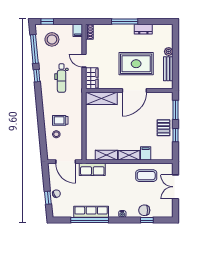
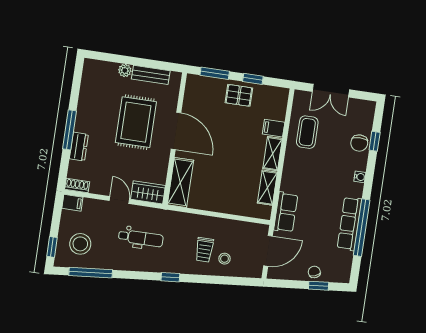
dresser: (143, 29) -> (79, 147), moved
door: (84, 61) -> (119, 200), swing flipped
window: (37, 76) -> (170, 277), moved

